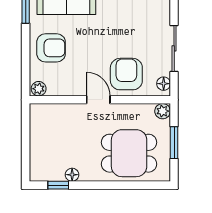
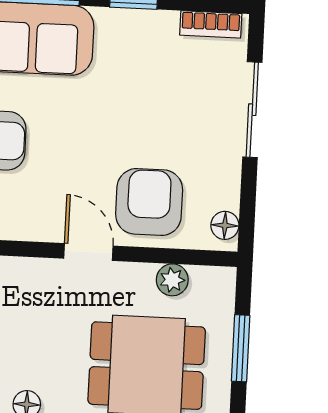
sliding door: (174, 48) -> (252, 110), moved
plant: (163, 111) -> (172, 280), moved

